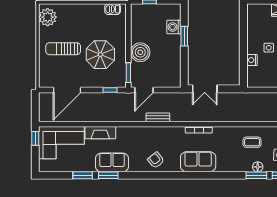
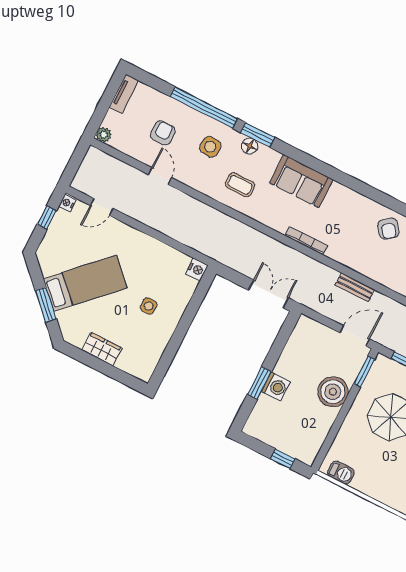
washing machine: (174, 27) -> (276, 387), moved
nightstand: (252, 60) -> (197, 270), moved
sofa: (198, 162) -> (301, 181), moved

